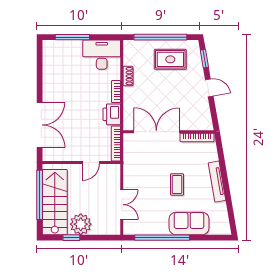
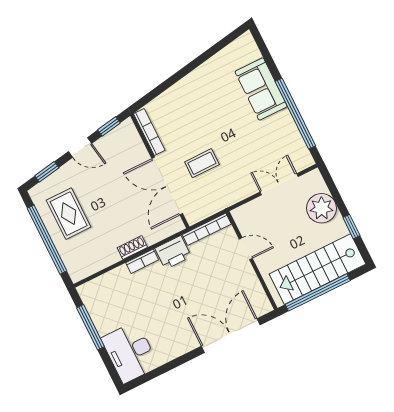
window: (72, 37) -> (91, 327), moved
desk: (102, 55) -> (130, 352), moved
shoe rack: (128, 76) -> (132, 248), moved
door: (209, 88) -> (80, 148), swing flipped
window: (214, 113) -> (109, 126), added
tv unit: (217, 182) -> (192, 80), removed
coffee table: (177, 184) -> (202, 163), moved
plant: (81, 224) -> (322, 208), moved

